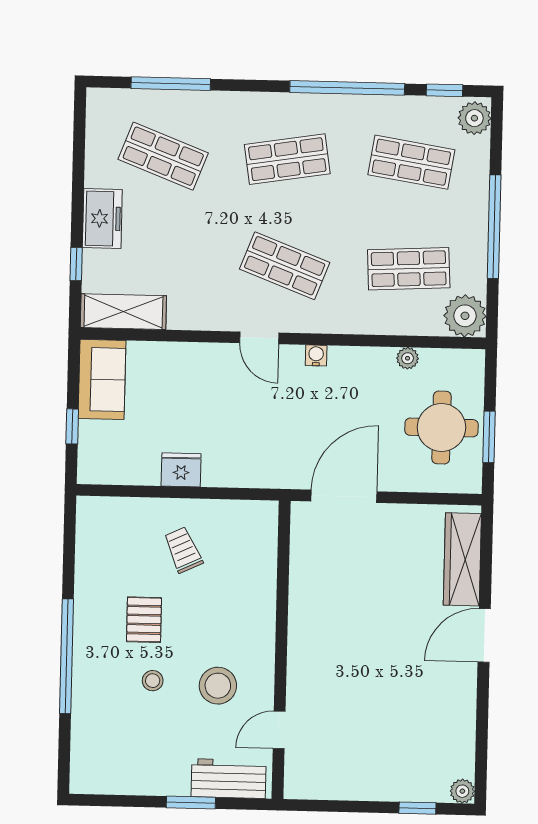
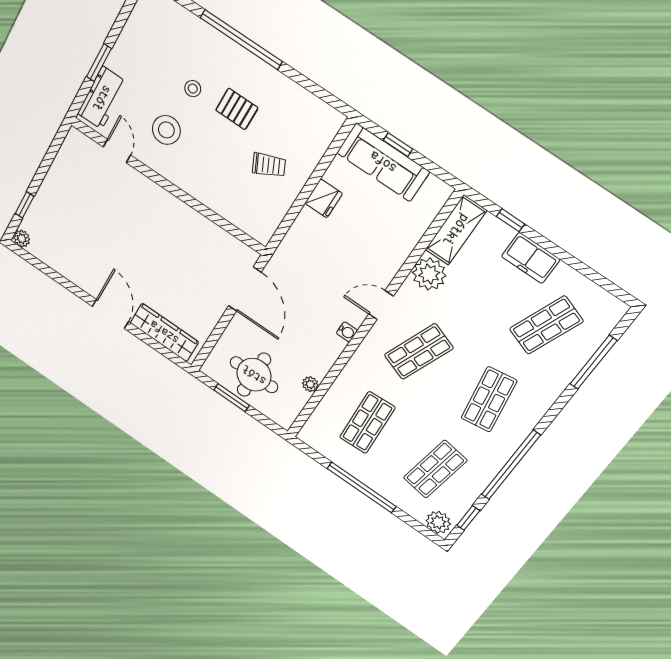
plant: (465, 316) -> (429, 274), moved
sofa: (102, 379) -> (383, 162), moved, width x1.36

